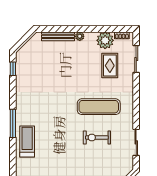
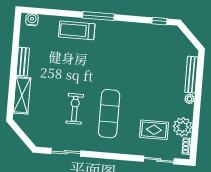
treadmill: (27, 141) -> (77, 30), turned 180

